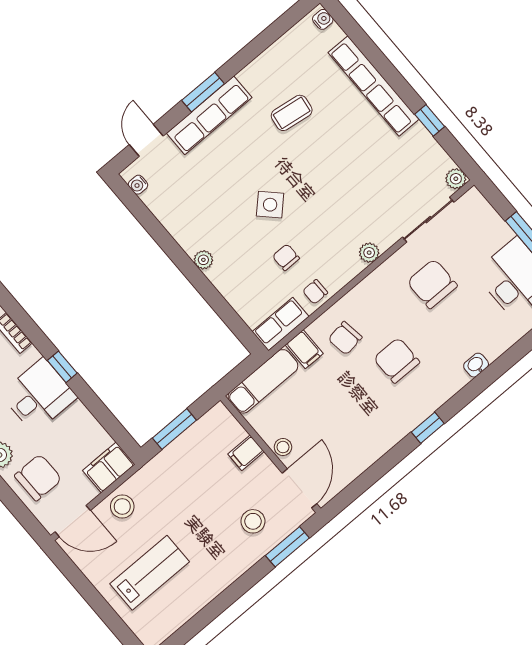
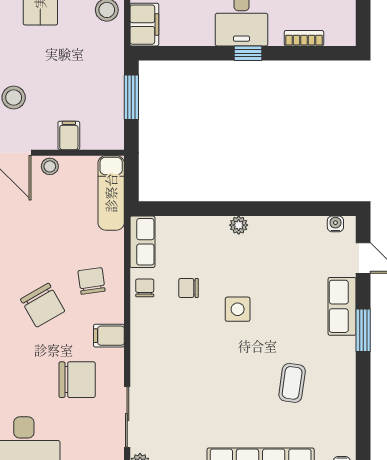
row of seats: (209, 115) -> (342, 306), width x0.68
side table: (270, 205) -> (238, 309), turned 45
plant: (369, 253) -> (140, 352), removed
chair: (286, 257) -> (189, 288), turned 180
filing cabinet: (304, 349) -> (109, 336), moved
chair: (397, 360) -> (43, 305), turned 60

